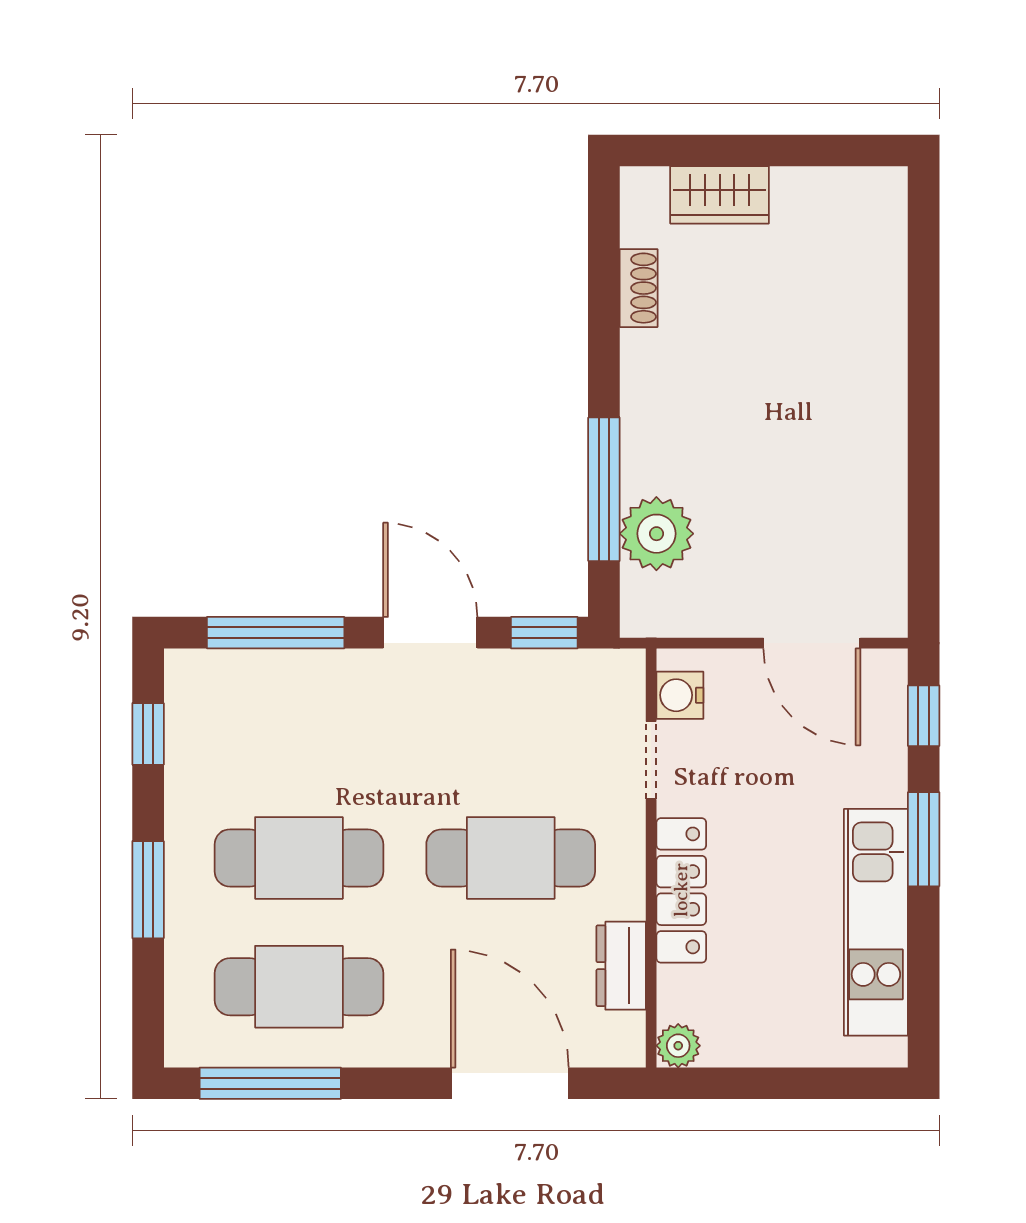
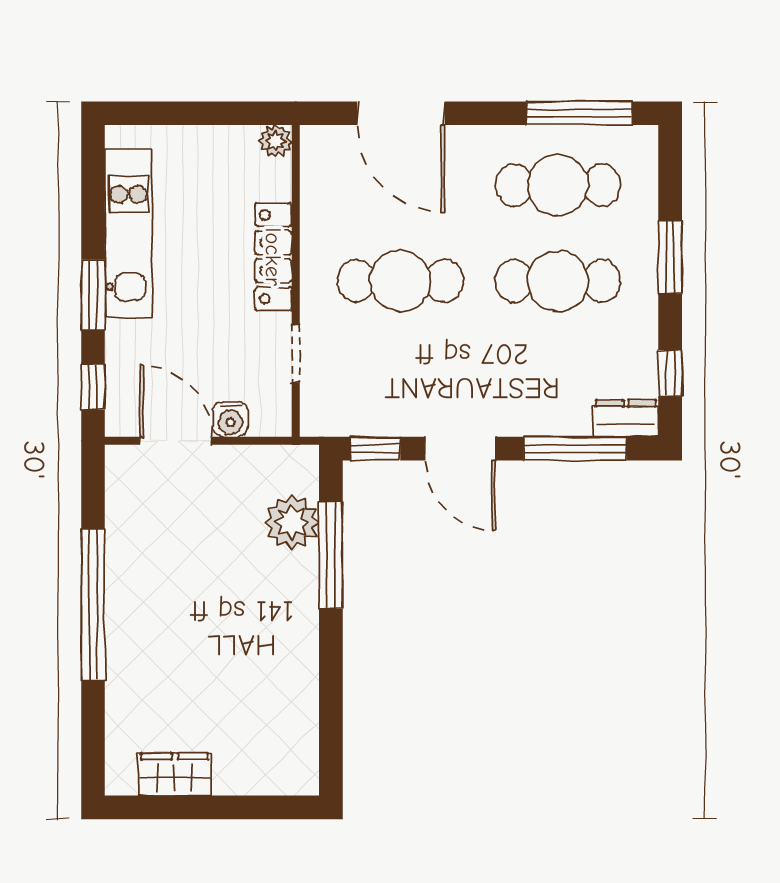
wardrobe: (720, 195) -> (175, 774), moved
shoe rack: (639, 288) -> (305, 705), removed
window: (924, 423) -> (93, 605), added
water cooler: (680, 695) -> (231, 419), moved, turned 90
dresser: (621, 966) -> (626, 418), moved, turned -90

